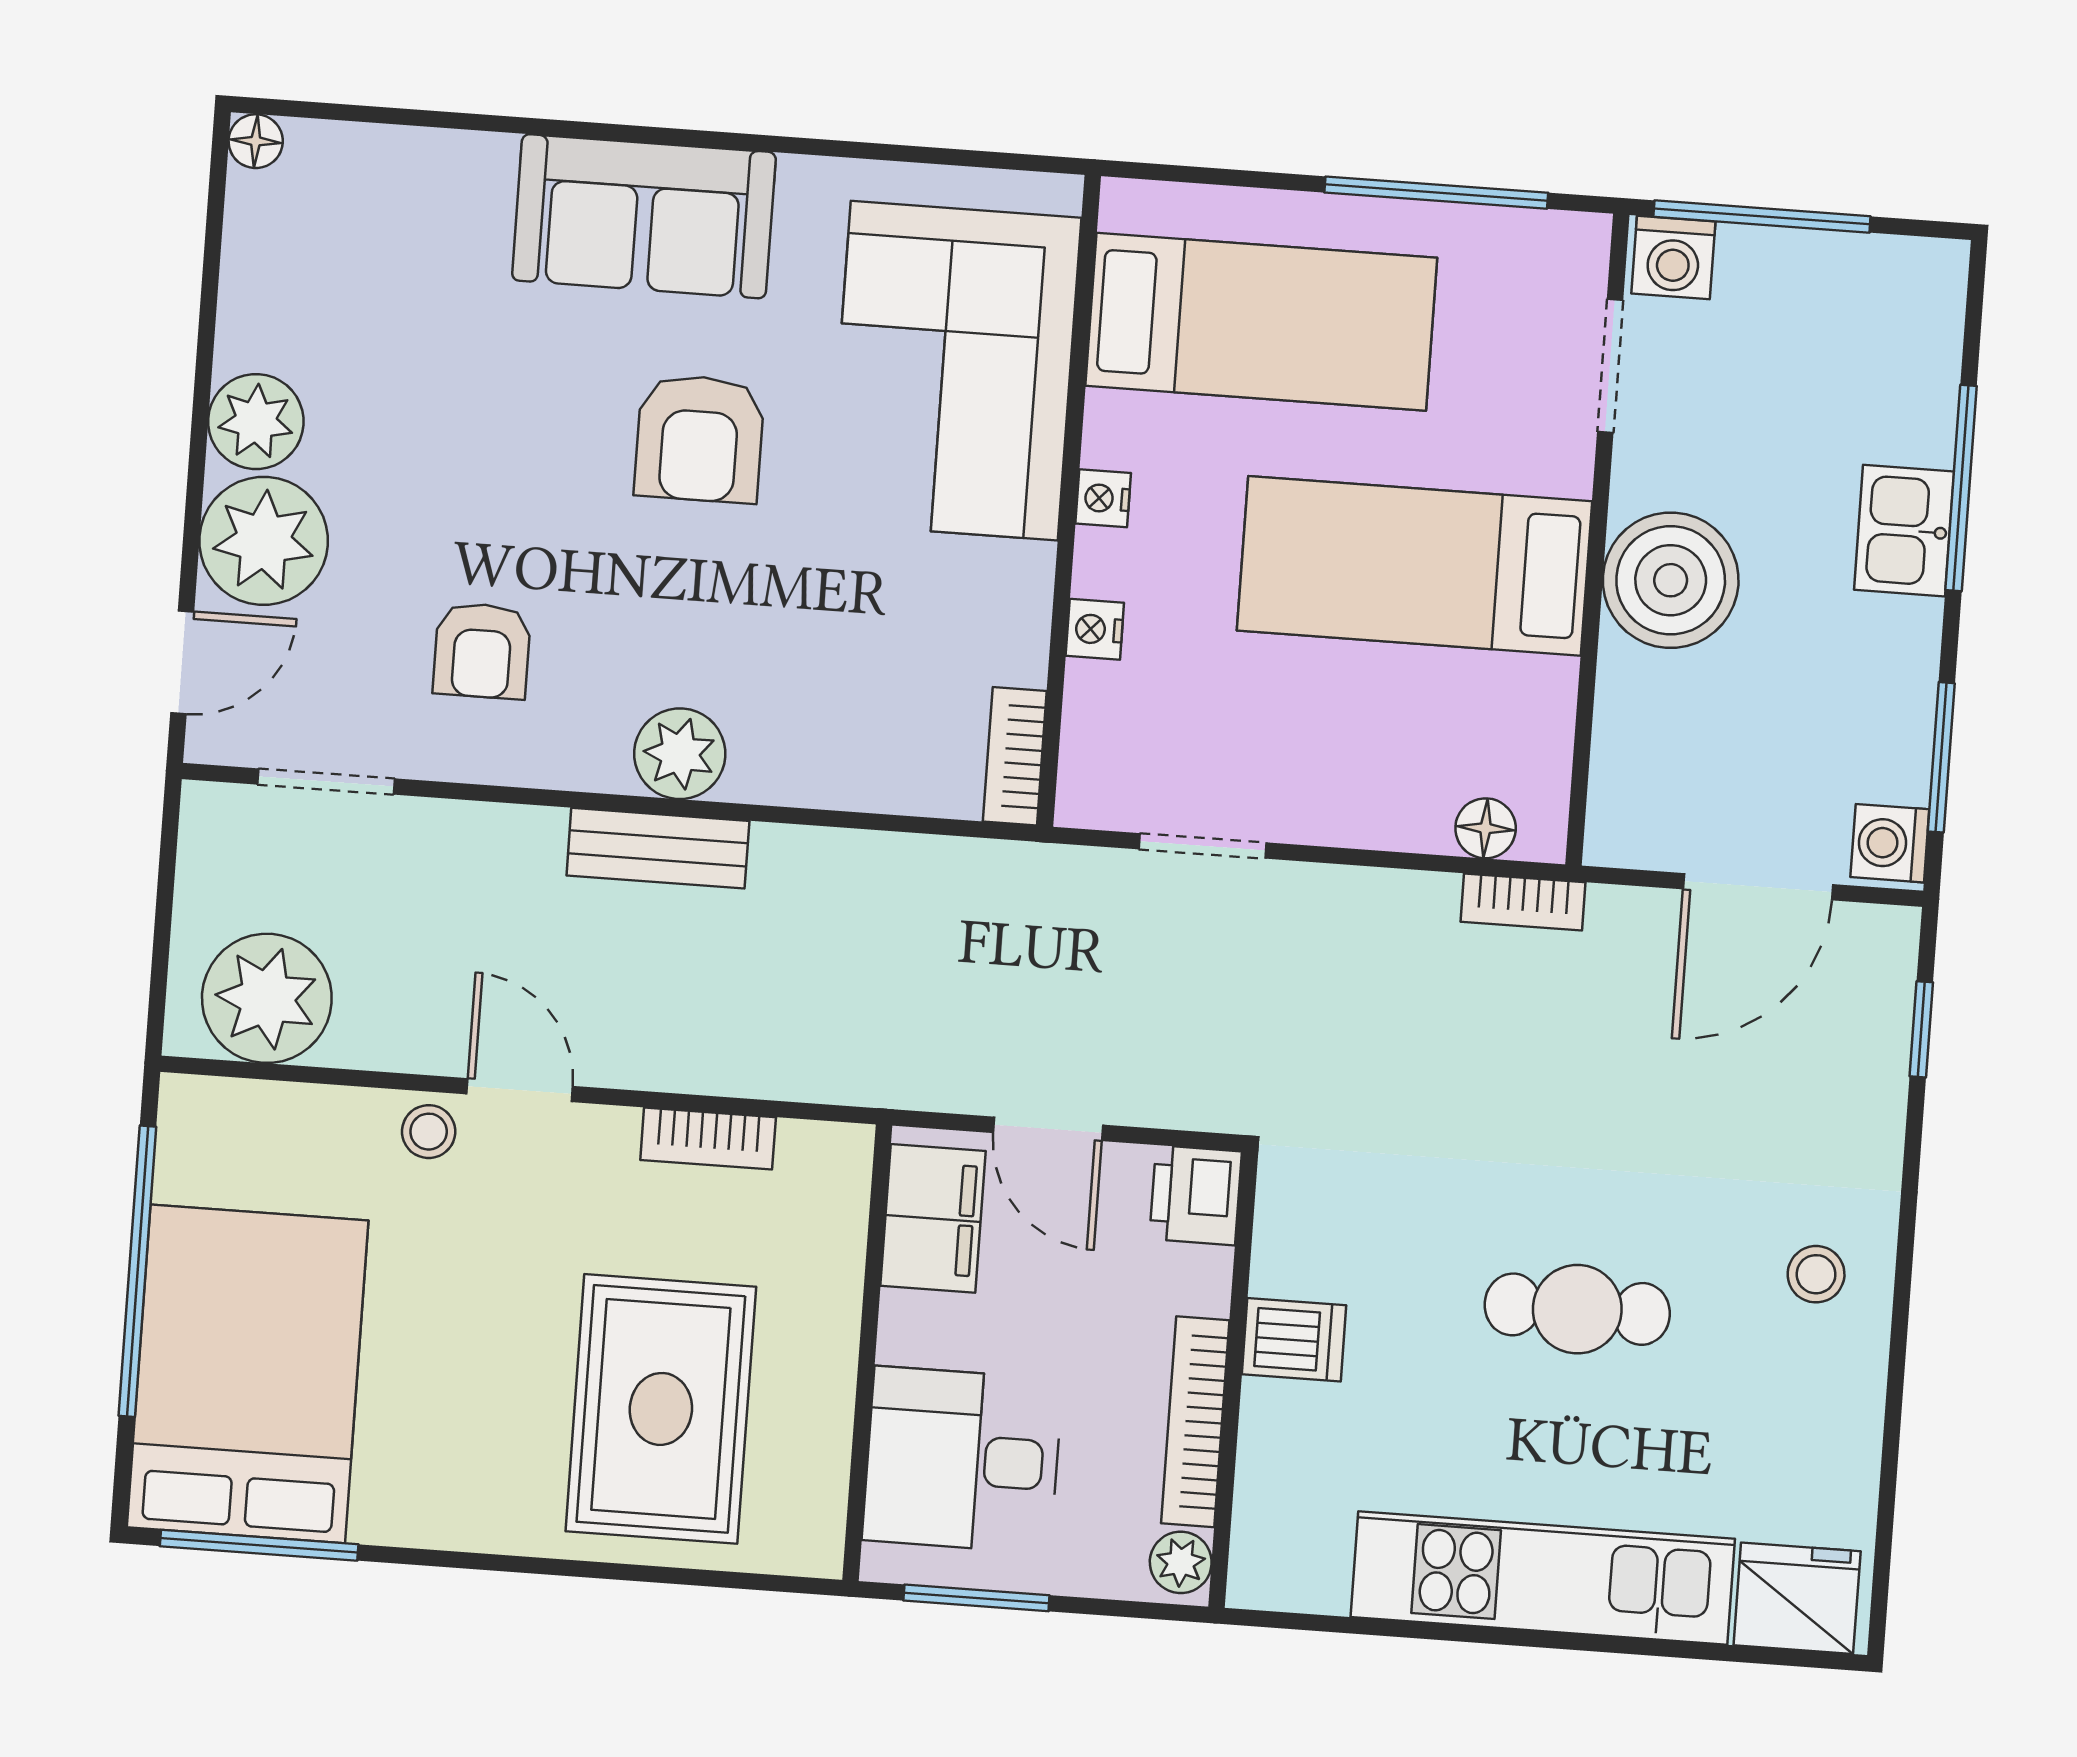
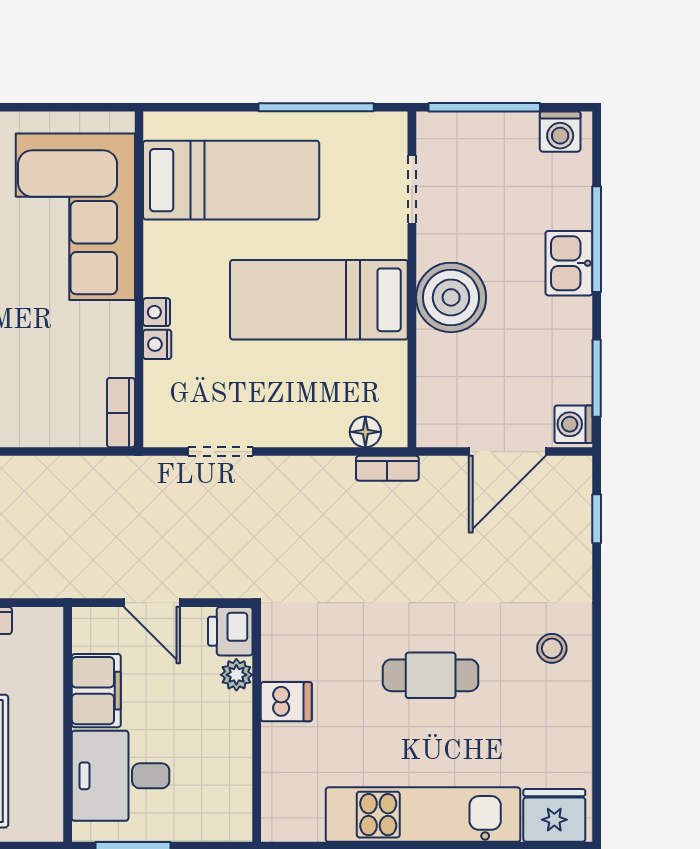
washing machine: (1673, 257) -> (560, 132), moved
nightstand: (1103, 498) -> (157, 312), moved
filing cabinet: (933, 1218) -> (96, 691), moved
bookcase: (1195, 1422) -> (239, 748), removed
plant: (1181, 1562) -> (236, 675), moved

